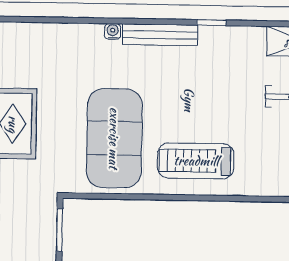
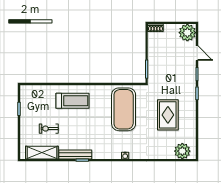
bench: (160, 35) -> (75, 155), moved
treadmill: (196, 161) -> (72, 101), moved

